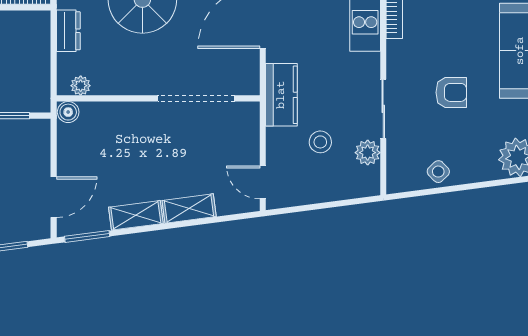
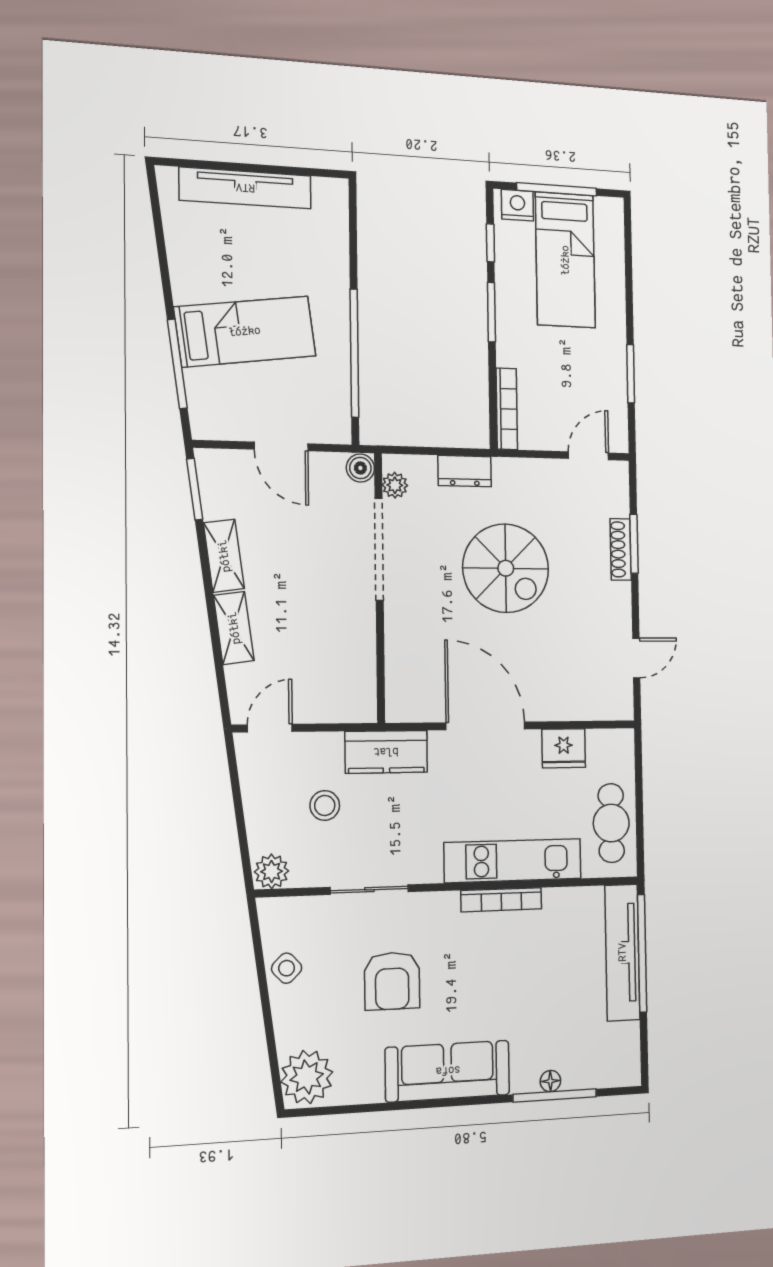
armchair: (451, 92) -> (392, 981), width x1.38, depth x1.38
doorway: (196, 98) -> (379, 549), moved
plant: (368, 153) -> (272, 871), moved
door: (54, 197) -> (281, 446), moved

